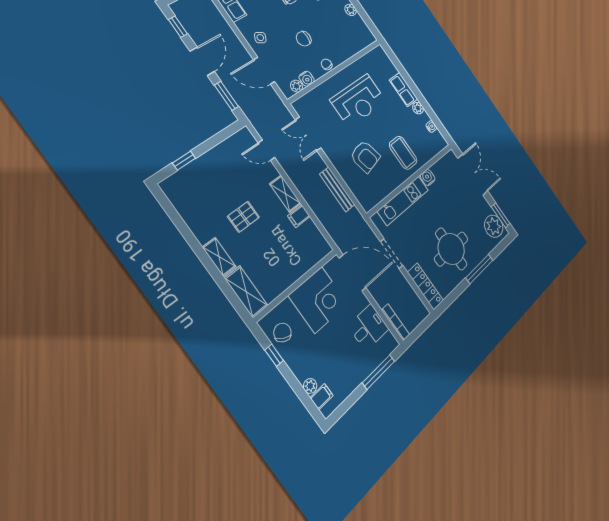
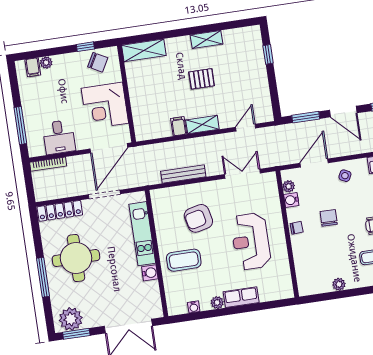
pallet: (243, 217) -> (202, 79), turned 90
shelving: (219, 257) -> (207, 39), moved

